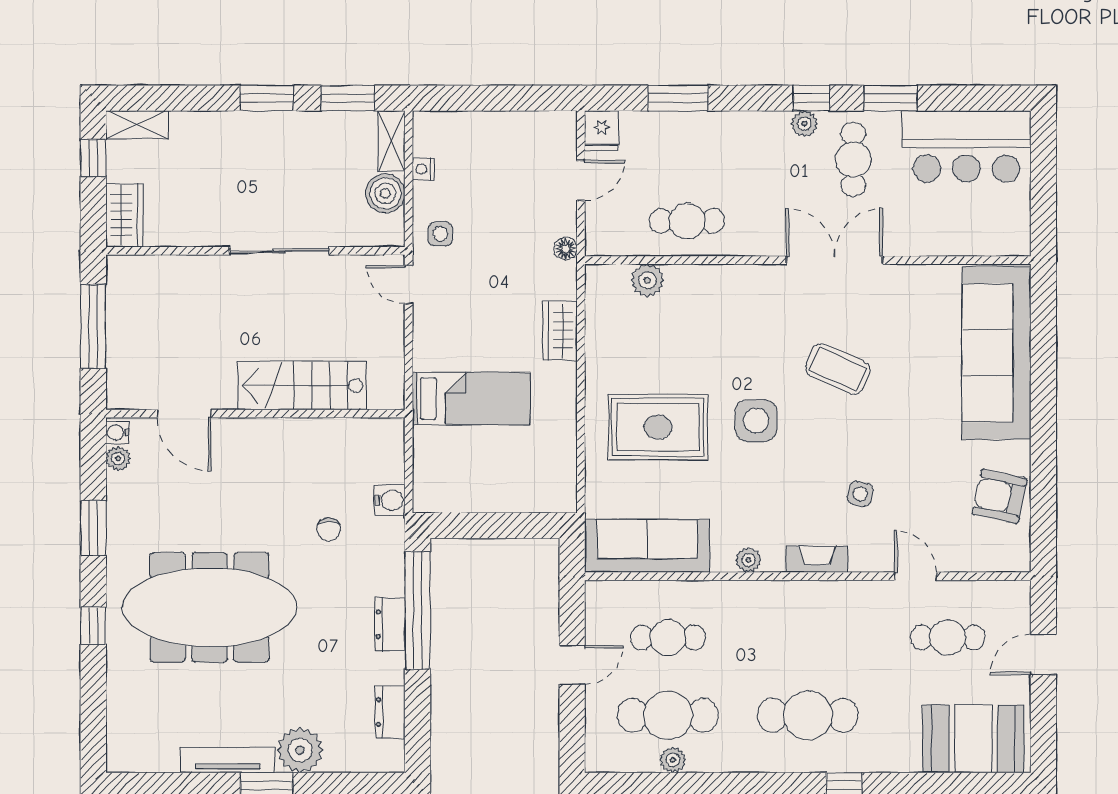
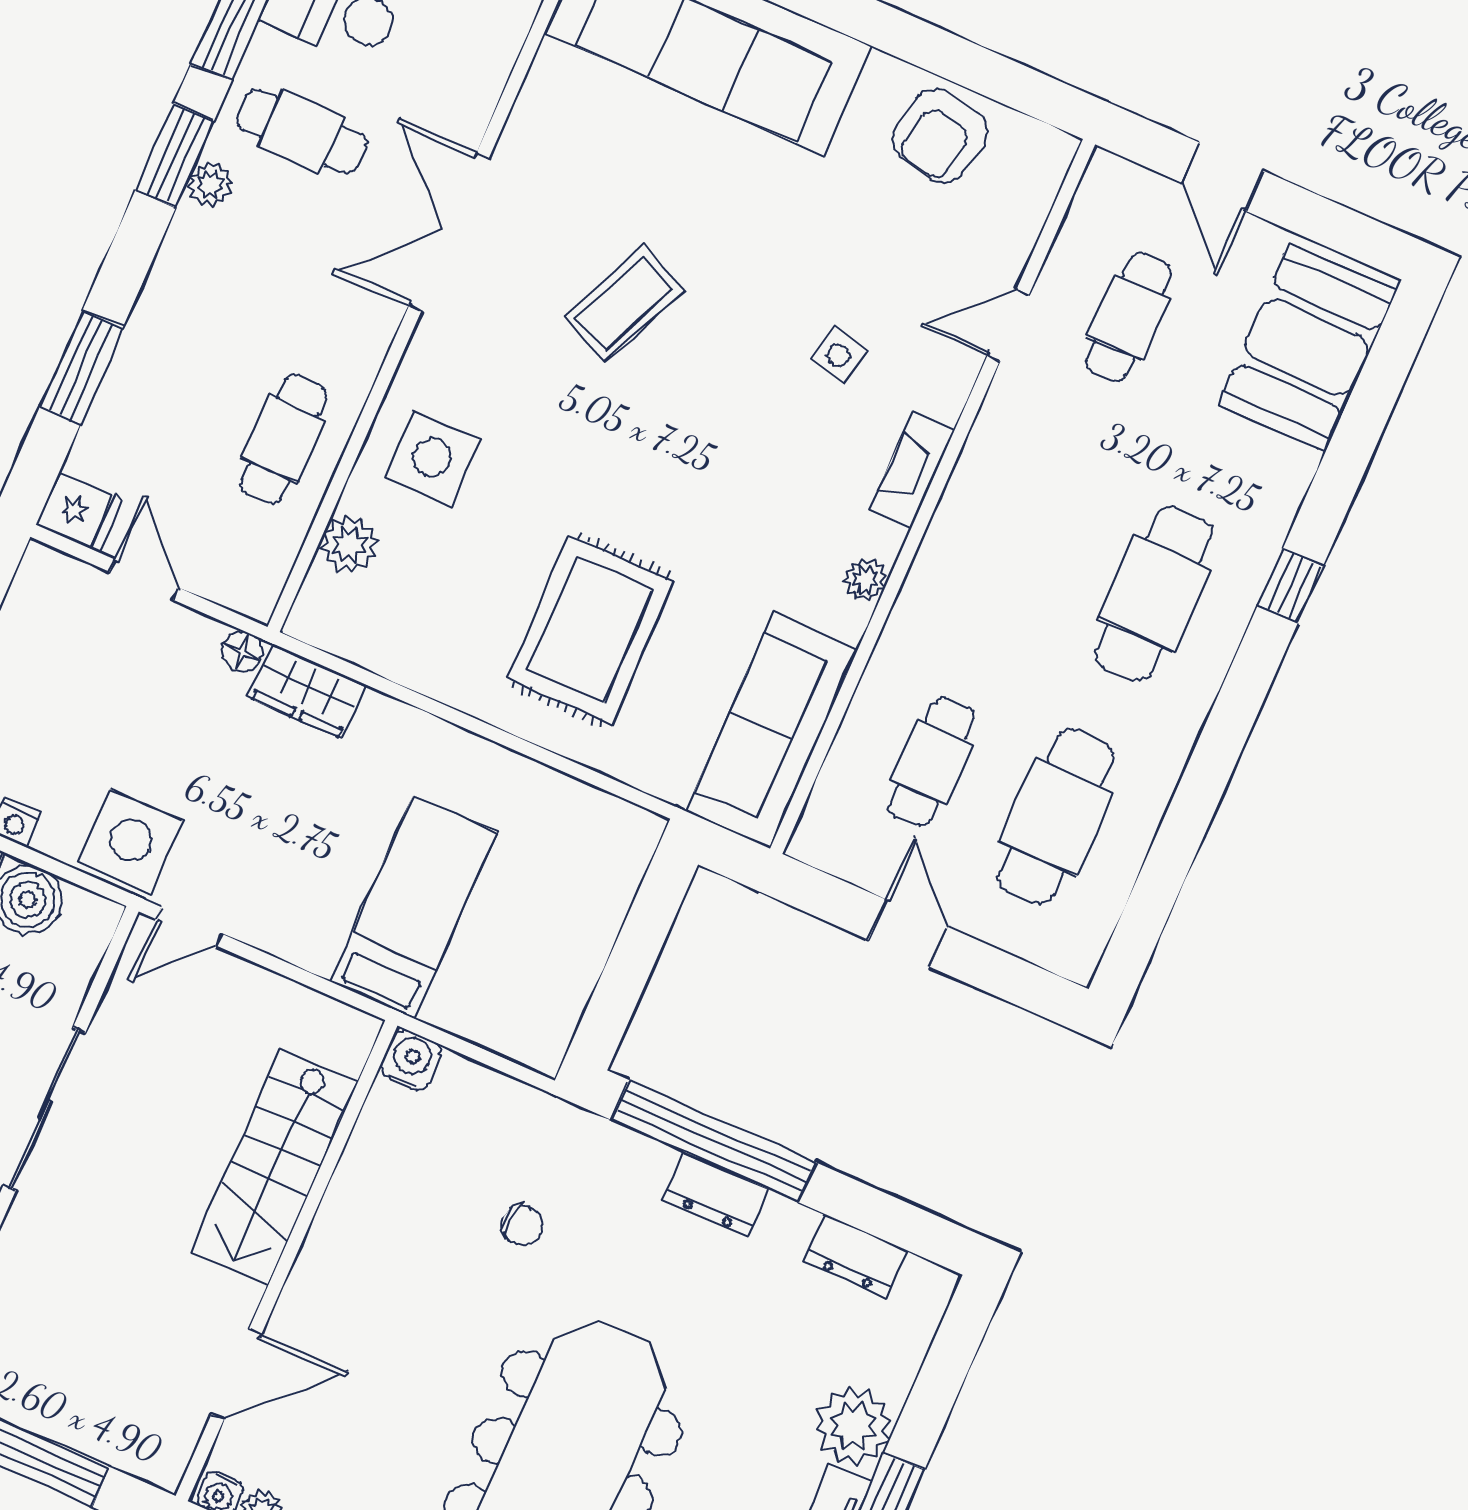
window: (811, 98) -> (175, 155), width x1.50
side table: (440, 234) -> (131, 841), width x1.87, depth x1.87
wardrobe: (560, 331) -> (307, 691), moved
side table: (756, 421) -> (432, 458), moved
water cooler: (390, 500) -> (411, 1060), moved
plant: (673, 760) -> (1130, 840), removed

